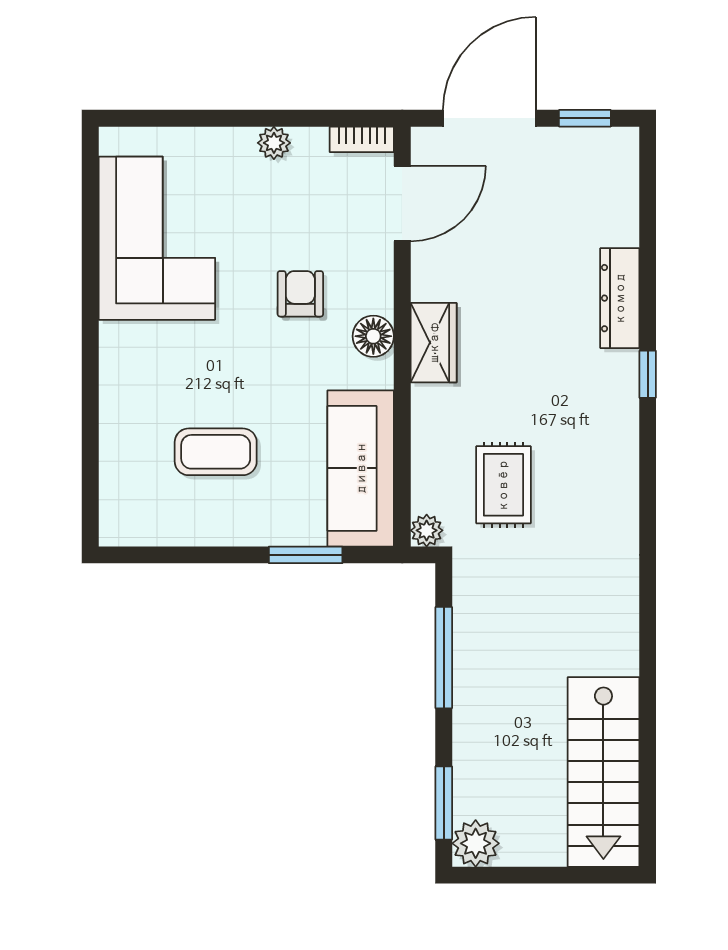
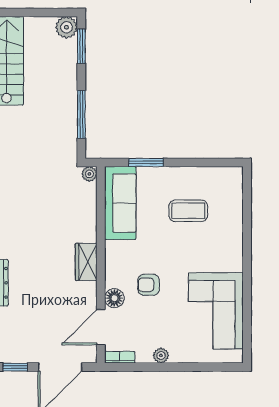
armchair: (300, 294) -> (149, 285), turned 90
floor lamp: (373, 336) -> (114, 298), moved
rug: (503, 485) -> (53, 195), removed

